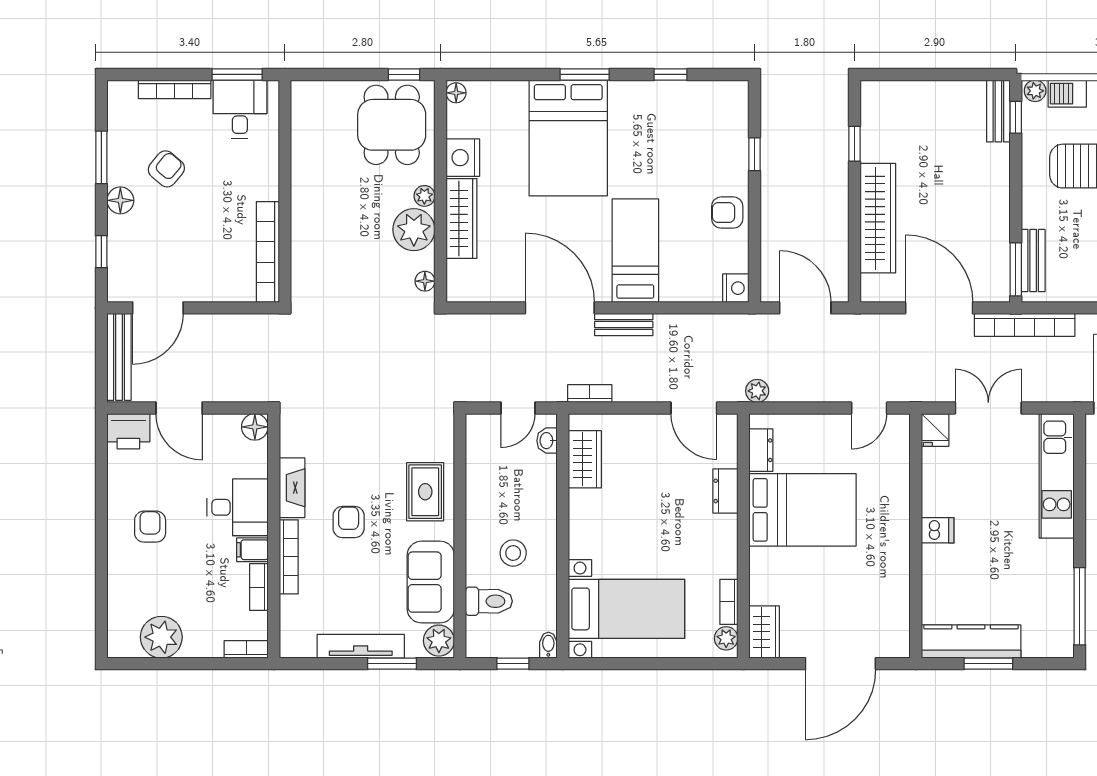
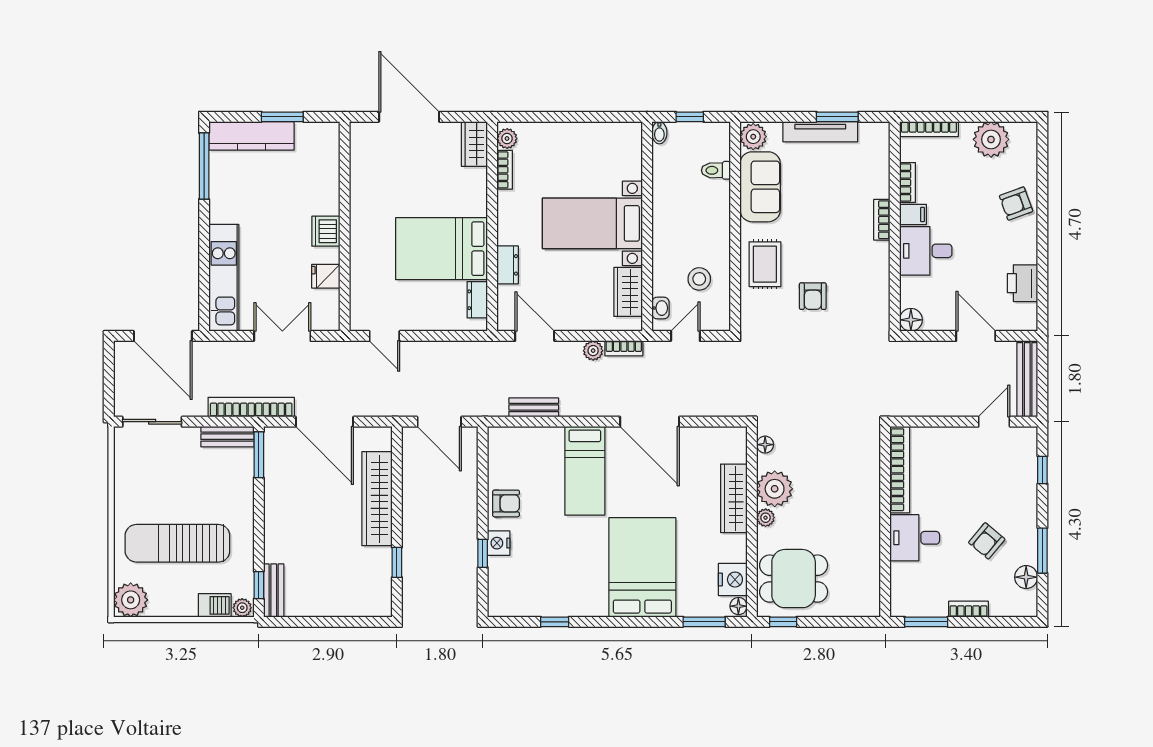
window: (585, 74) -> (704, 622), moved
bookcase: (175, 89) -> (968, 609), width x0.64
desk: (240, 109) -> (915, 538), moved, turned 90
dining table: (392, 125) -> (794, 579), turned 90
nightstand: (463, 158) -> (733, 580), moved
floor lamp: (120, 200) -> (1026, 577), moved
bench: (1033, 260) -> (227, 437), moved, turned 90
nightstand: (736, 288) -> (499, 543), moved
door: (158, 308) -> (994, 422), width x0.73
bench: (624, 325) -> (534, 407), moved
plant: (757, 391) -> (593, 351), moved
door: (869, 408) -> (384, 336), swing flipped
double door: (988, 408) -> (282, 336), swing flipped
fridge: (935, 430) -> (326, 276), moved, turned -90
printer: (128, 431) -> (1022, 283), moved, turned -90
fireplace: (292, 488) -> (879, 268), removed
armchair: (349, 522) -> (813, 296), moved
armchair: (150, 527) -> (1016, 204), moved, turned 70
dishwasher: (938, 530) -> (326, 231), width x1.38
stool: (513, 553) -> (699, 279), moved
bookcase: (289, 557) -> (882, 220), width x0.64
toilet: (489, 601) -> (716, 170), width x0.73, depth x0.72
bed with nightstands: (627, 609) -> (592, 223), moved
kitchen counter: (971, 642) -> (251, 136), moved
bookcase: (246, 649) -> (929, 129), width x1.56
window: (392, 664) -> (837, 117), moved
door: (840, 664) -> (409, 117), hinge flipped

